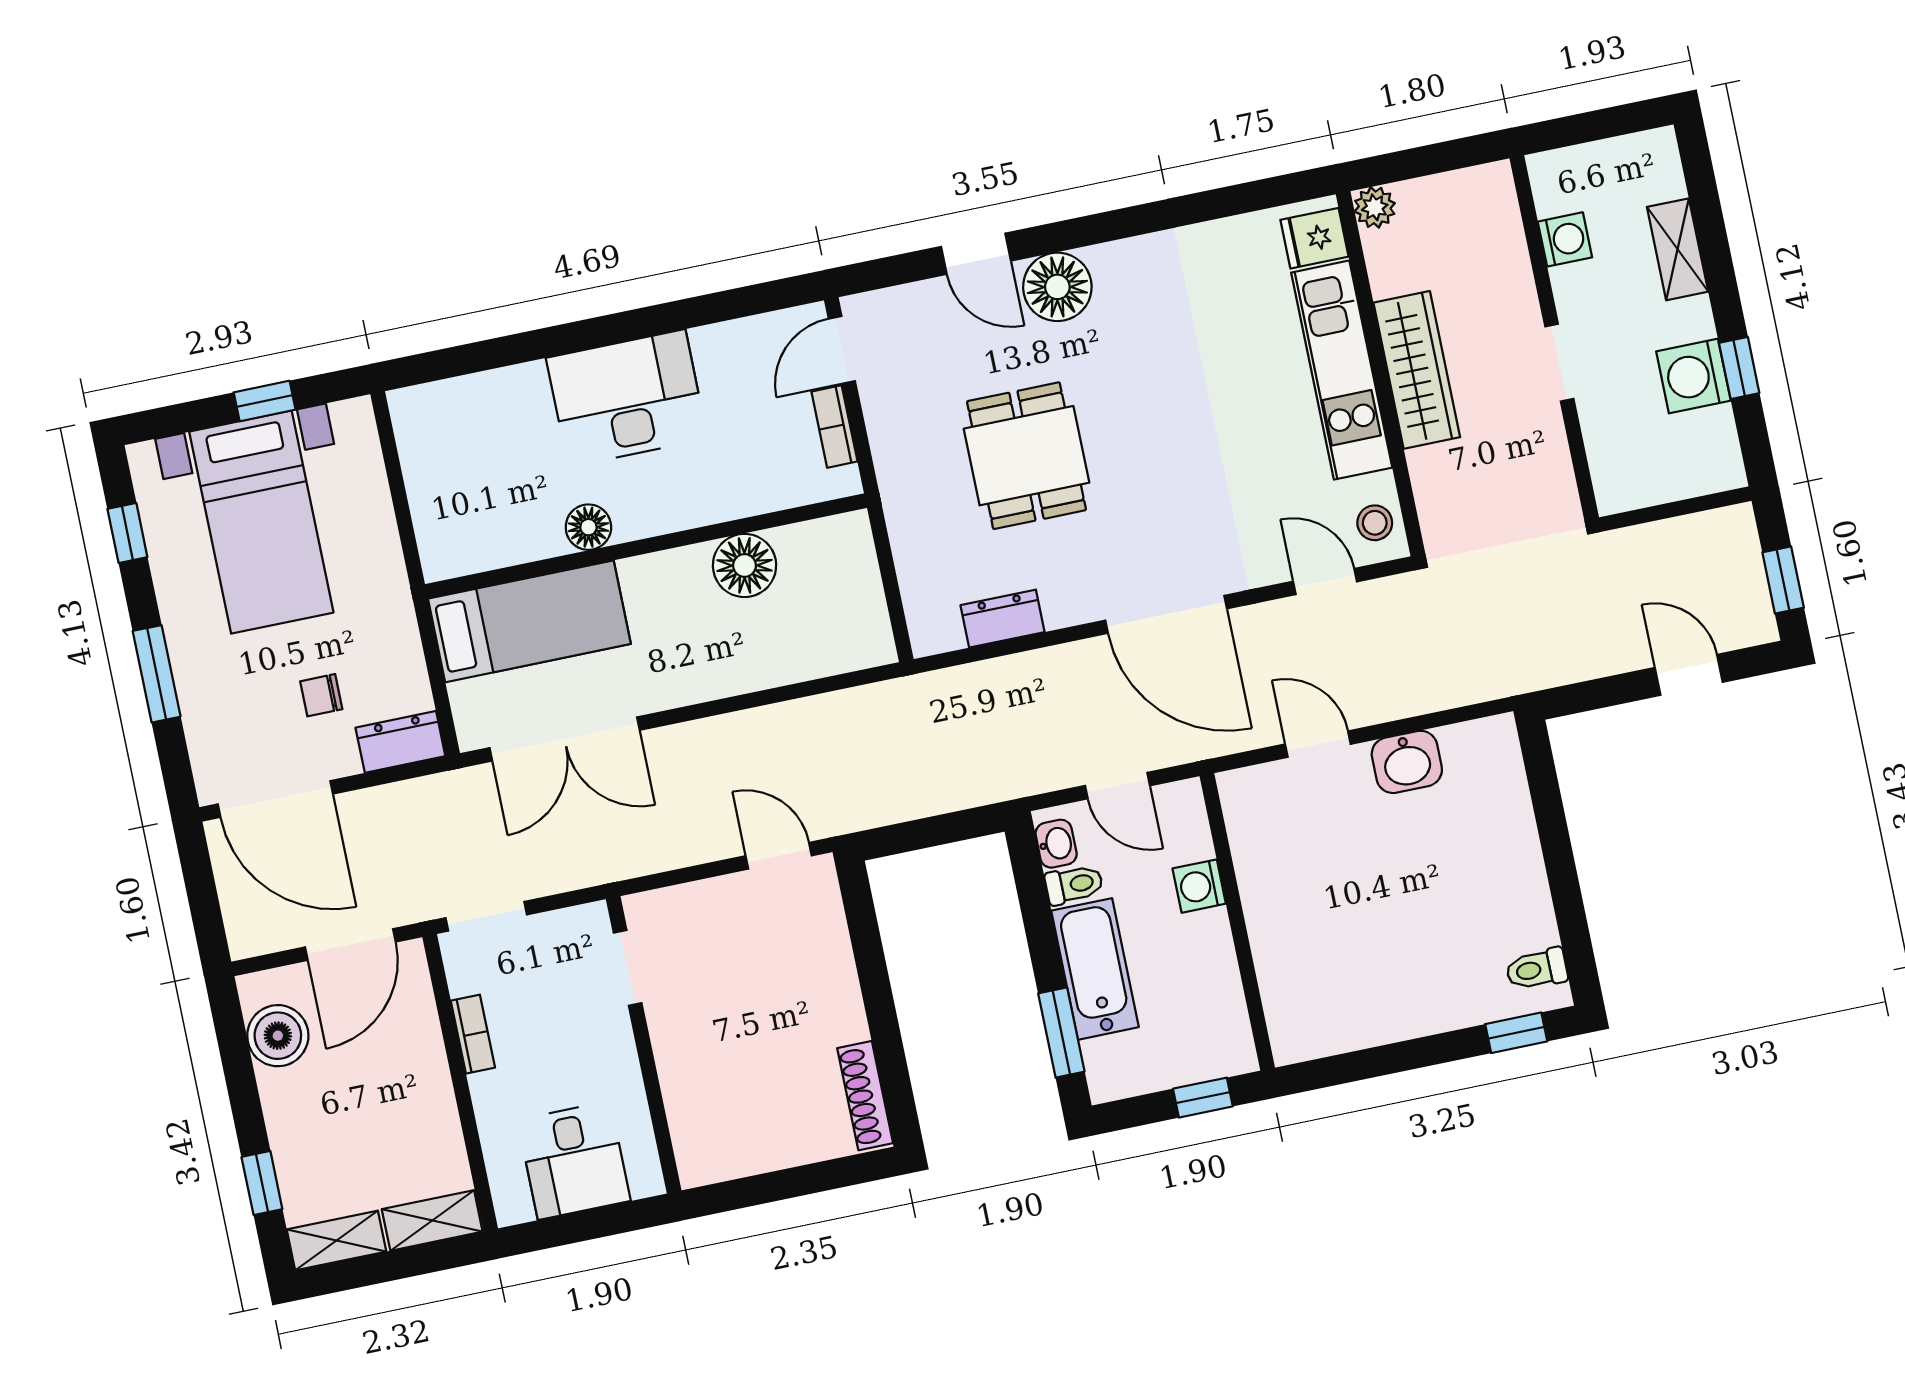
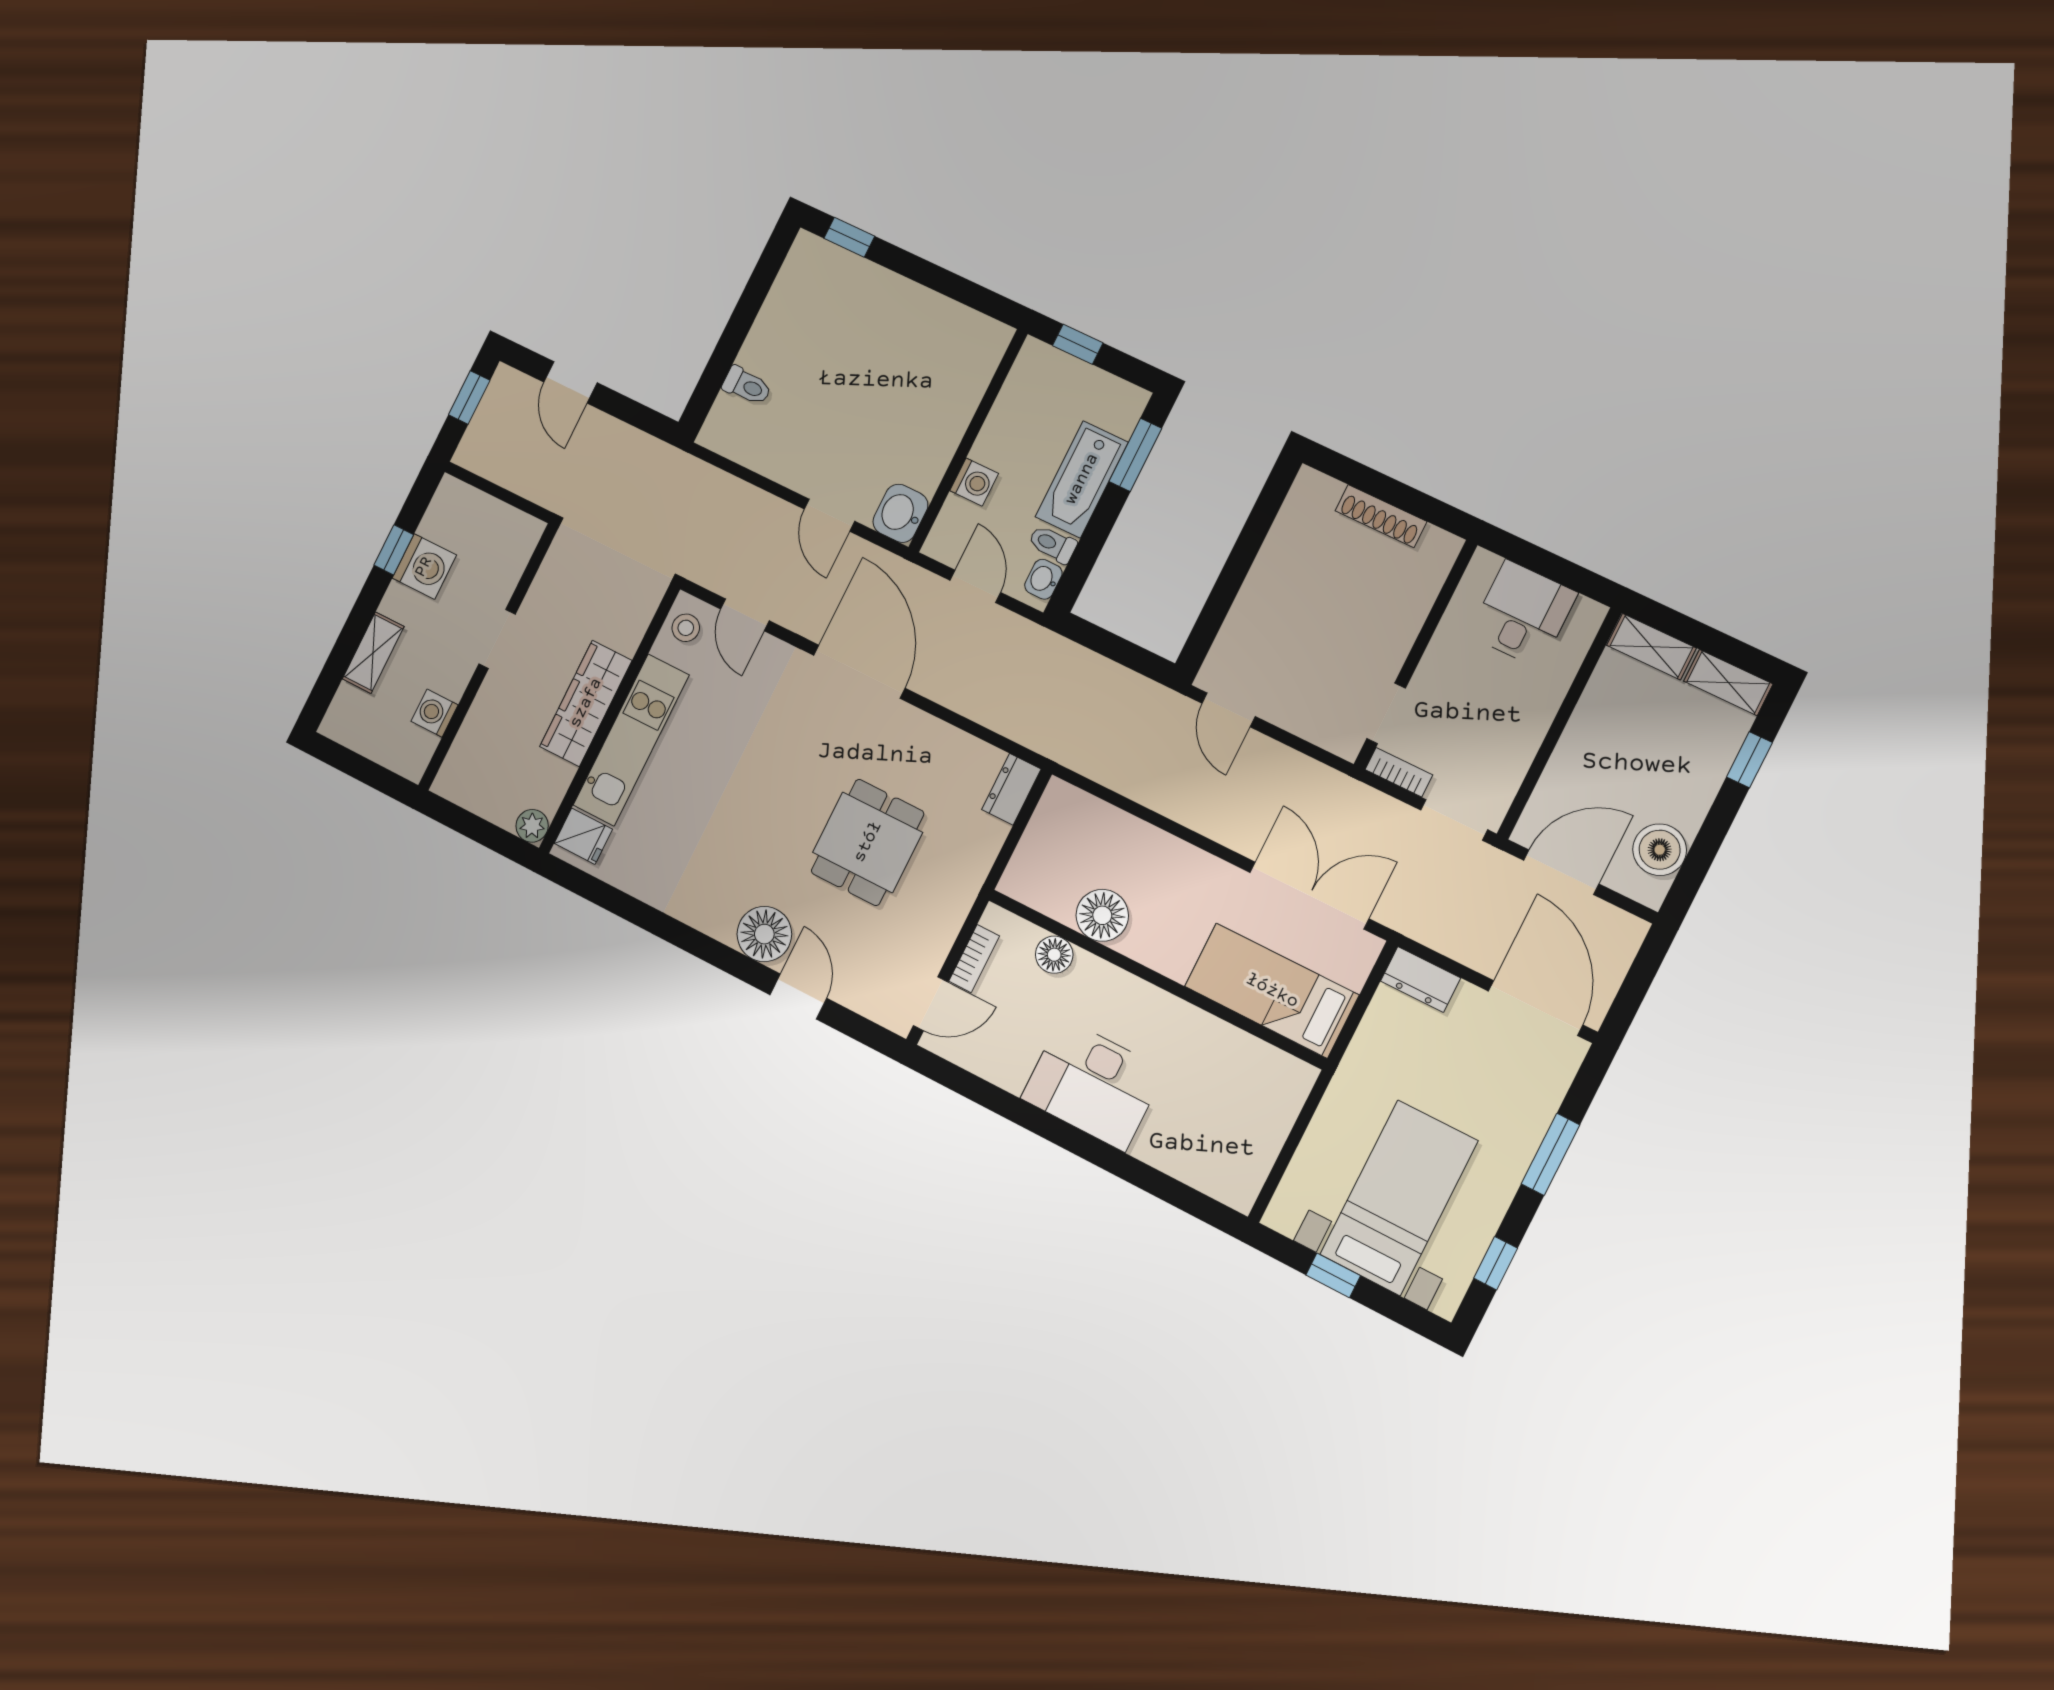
floor lamp: (588, 527) -> (1054, 955), moved
dresser: (1003, 619) -> (1011, 789), moved, turned 90
chair: (321, 695) -> (1449, 1052), removed
washbasin: (1407, 762) -> (900, 513), moved, turned -90
toilet: (1537, 969) -> (747, 386), moved
bookcase: (473, 1034) -> (1399, 772), moved, turned 90
shoe rack: (865, 1096) -> (1381, 516), moved, turned 90

